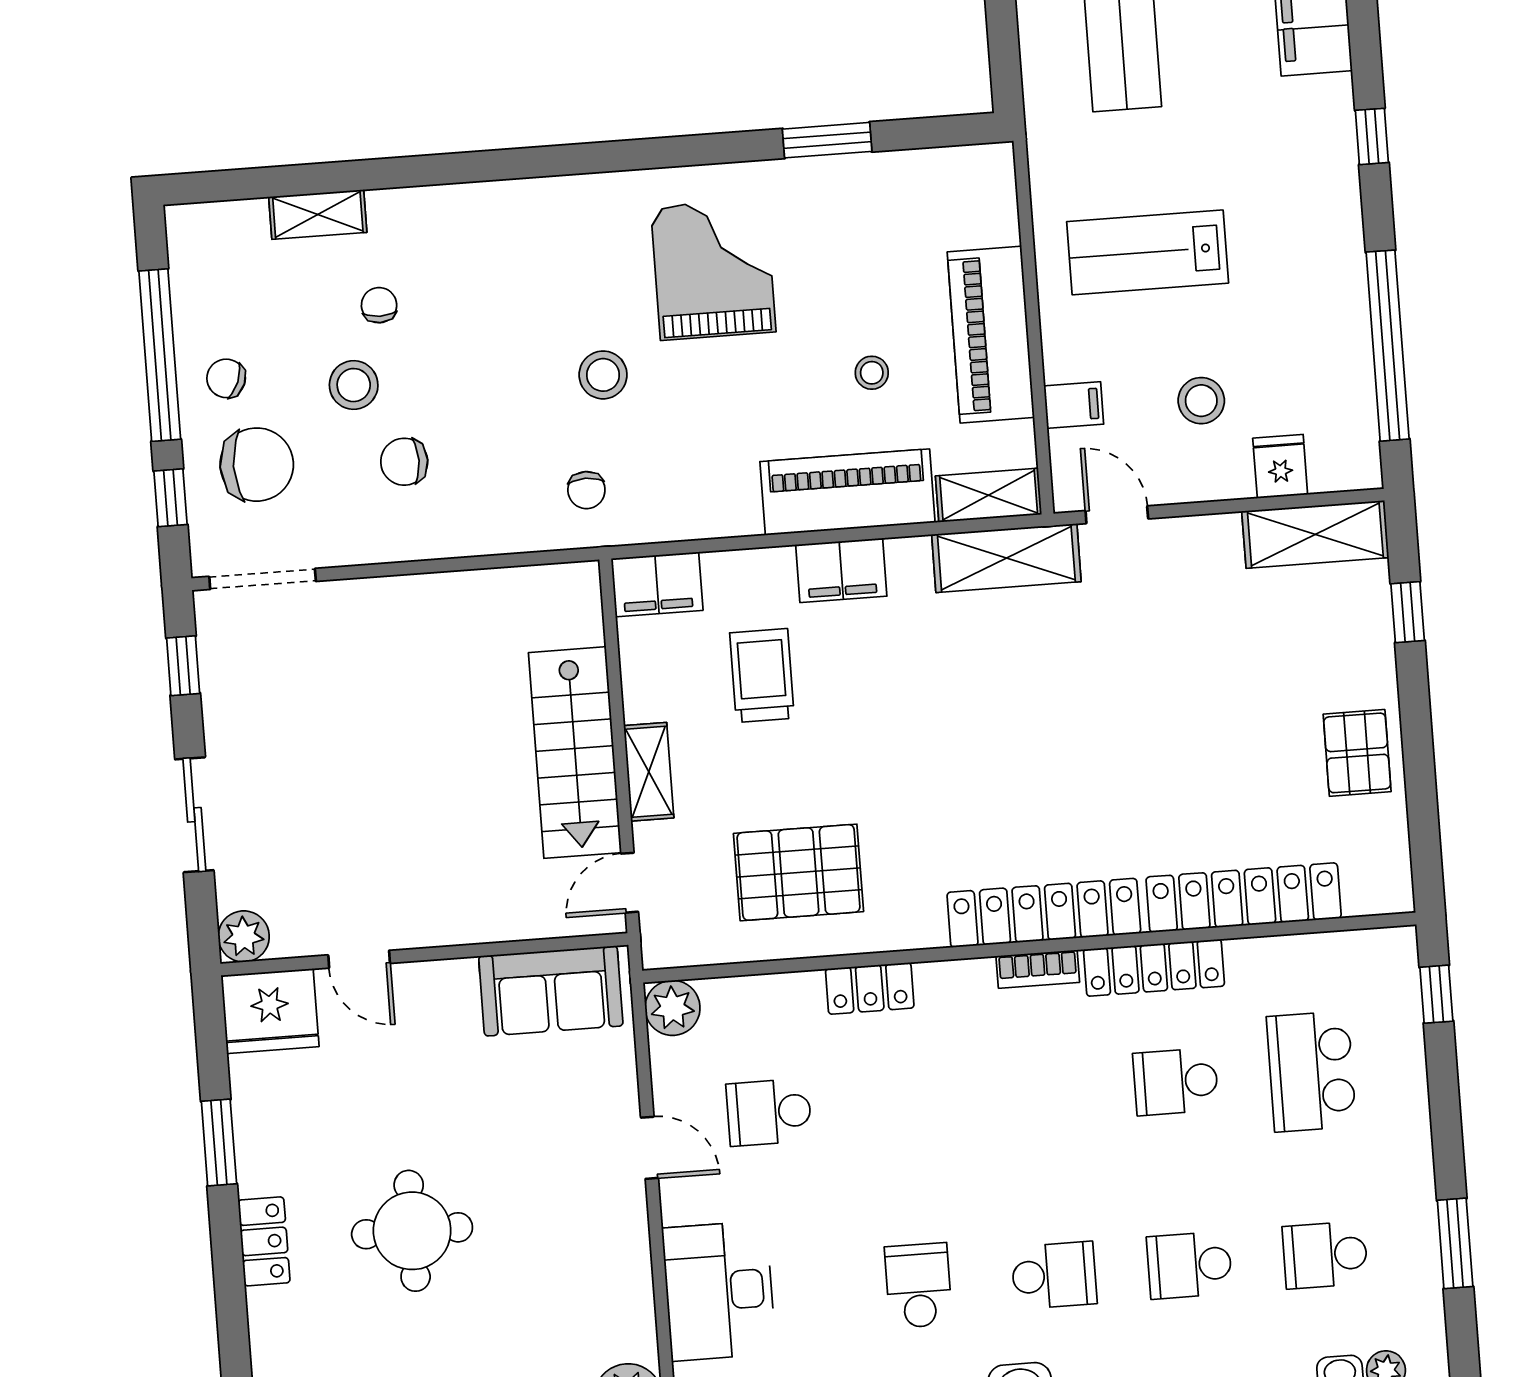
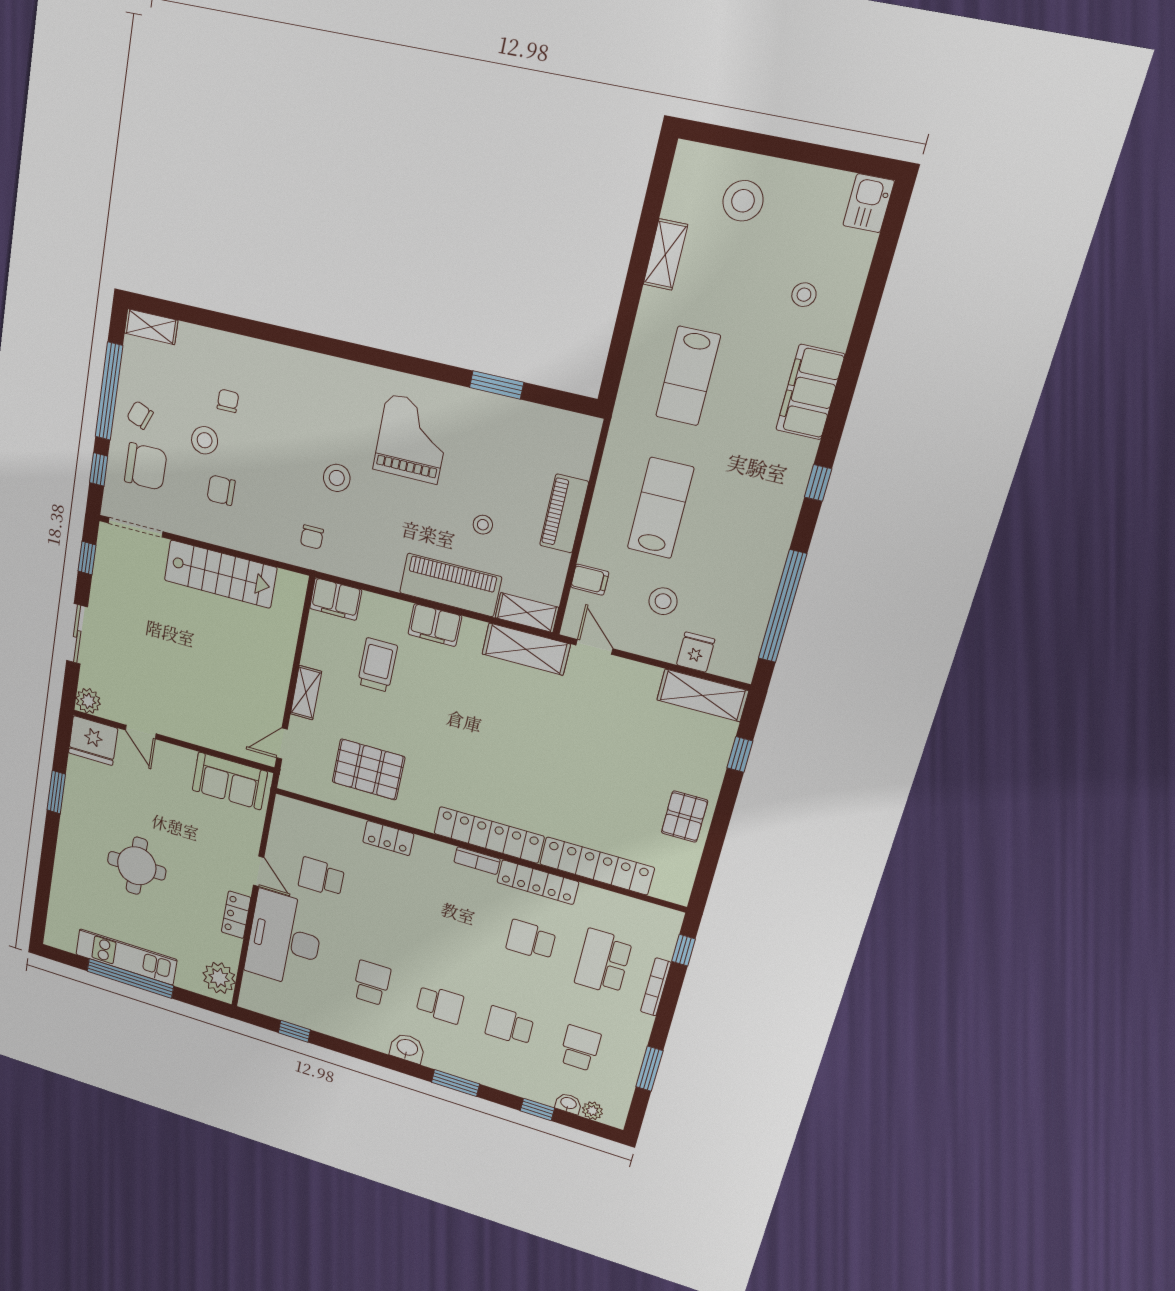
shelving: (318, 215) -> (151, 327), moved
lab bench: (1148, 252) -> (660, 508), turned 90
piano: (991, 335) -> (564, 514), width x0.73, depth x0.75
stairs: (575, 753) -> (220, 574), moved, turned -90
plant: (672, 1008) -> (287, 811), removed
bookcase: (1414, 1082) -> (656, 987), added
locker: (264, 1241) -> (236, 915), moved, turned 180
school desk: (1325, 1255) -> (580, 1048), turned 90
desk: (719, 1291) -> (284, 939), width x1.36, depth x1.30

